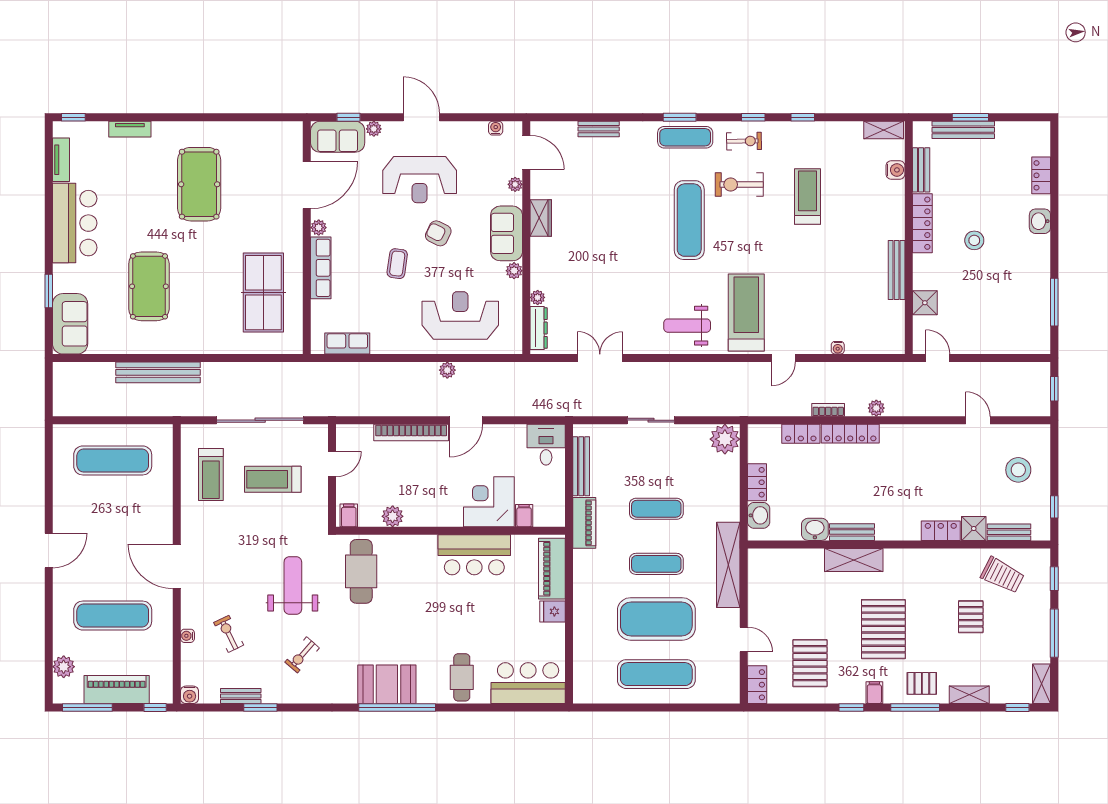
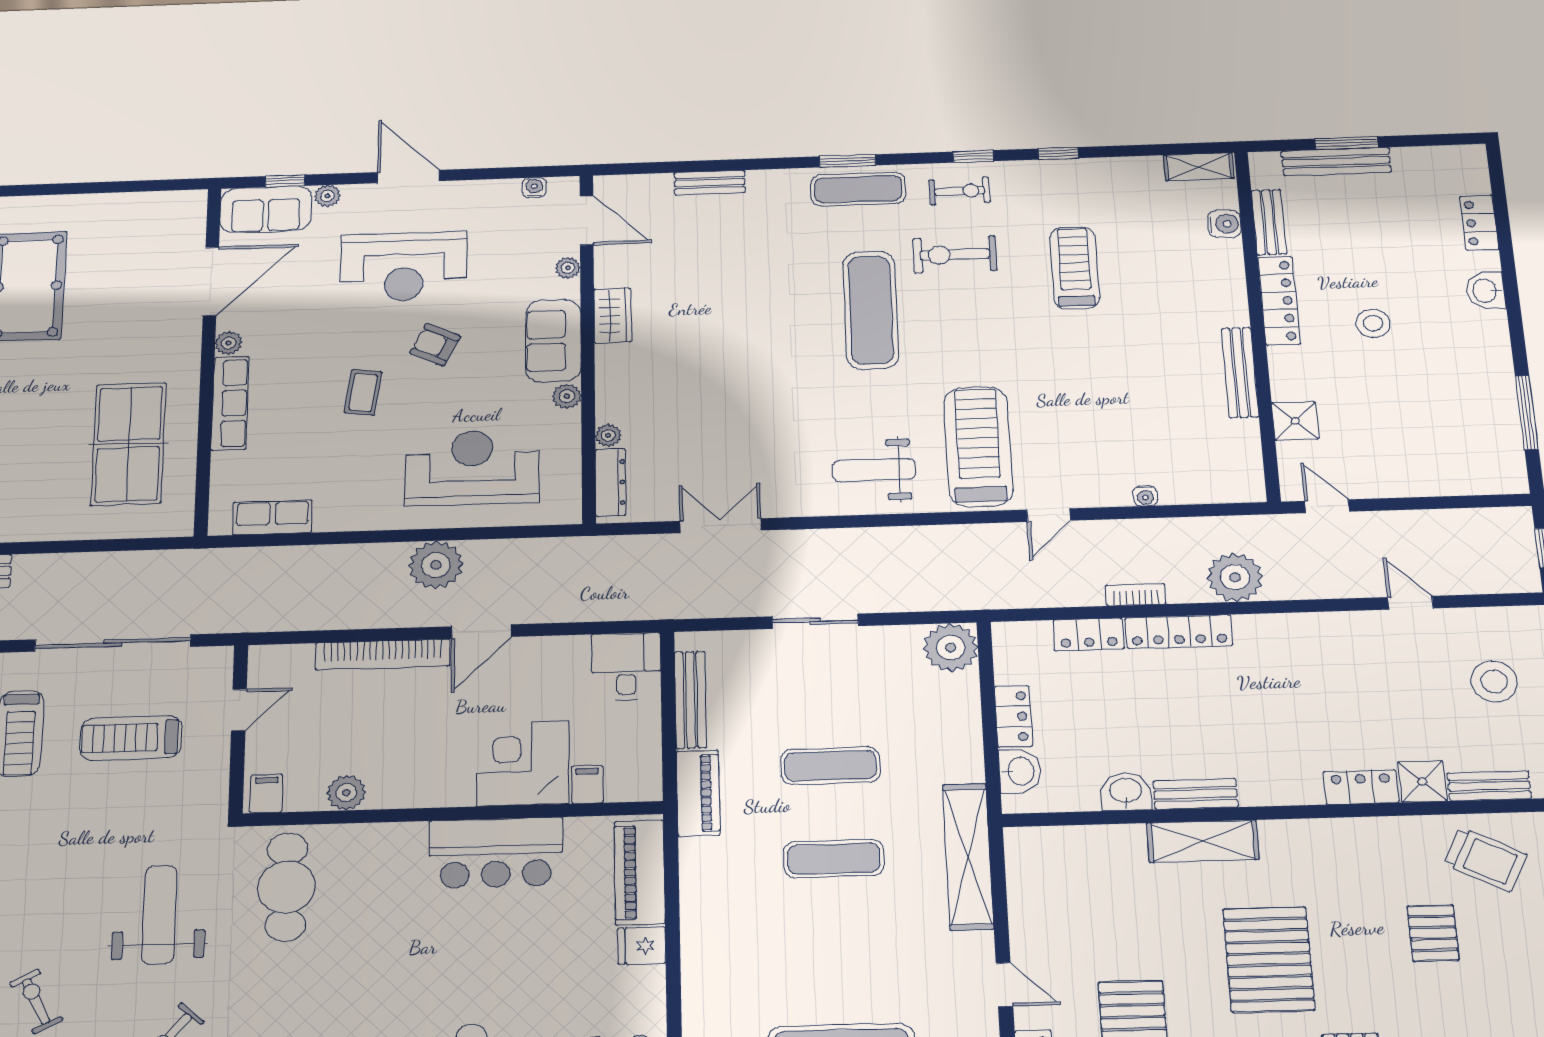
plant: (447, 370) -> (436, 565), width x1.87, depth x1.87
plant: (876, 408) -> (1235, 577), width x1.87, depth x1.87
exercise mat: (656, 619) -> (837, 953), removed

